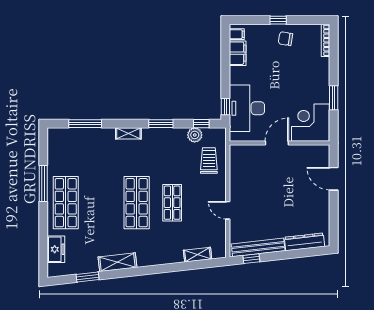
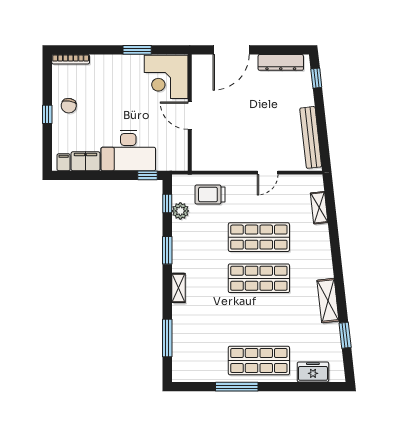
desk: (247, 108) -> (128, 150), moved
door: (334, 179) -> (231, 50), width x1.36
shop shelf: (172, 203) -> (259, 237), width x1.43, depth x1.36
dresser: (305, 242) -> (281, 62), moved, turned -84
window: (251, 259) -> (316, 78), moved

